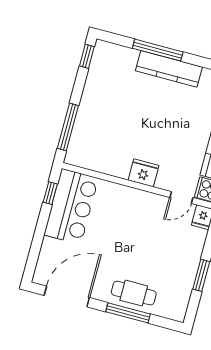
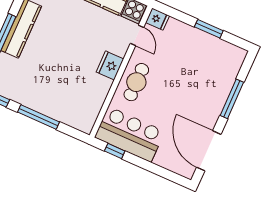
window: (68, 127) -> (38, 117), moved
cafe table: (134, 293) -> (136, 82), moved

